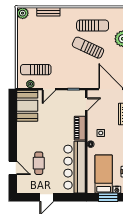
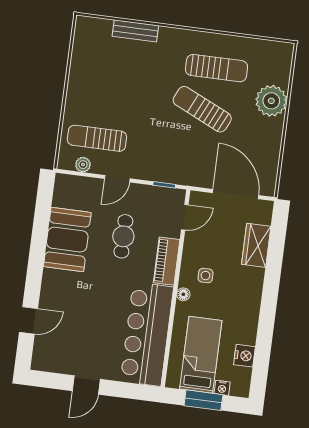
plant: (23, 13) -> (86, 27), removed
booth: (27, 106) -> (67, 240), moved
cafe table: (39, 163) -> (123, 236), moved
door: (13, 168) -> (29, 320), hinge flipped

